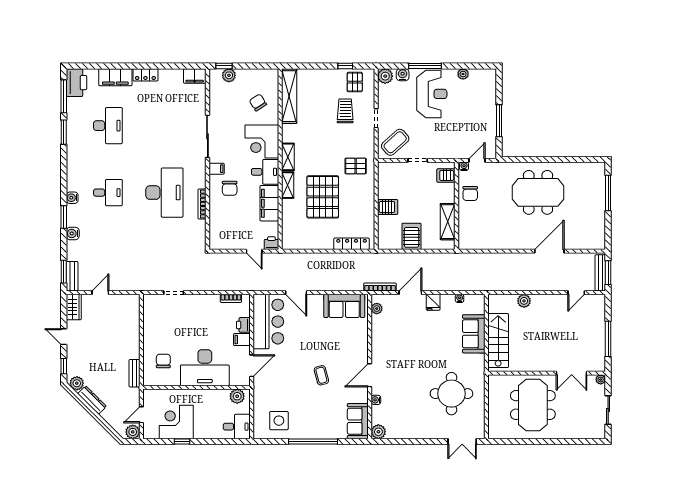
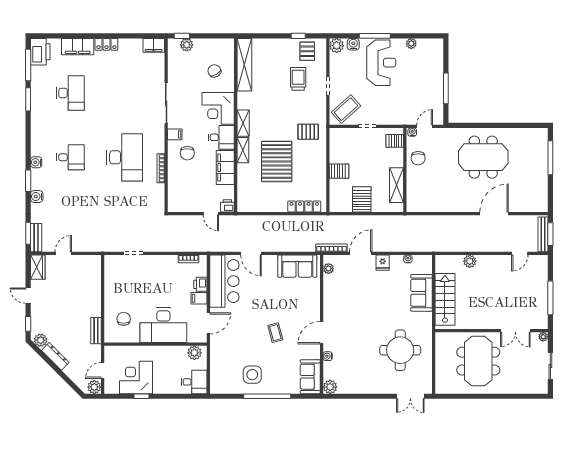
side table: (279, 421) -> (252, 375), moved

